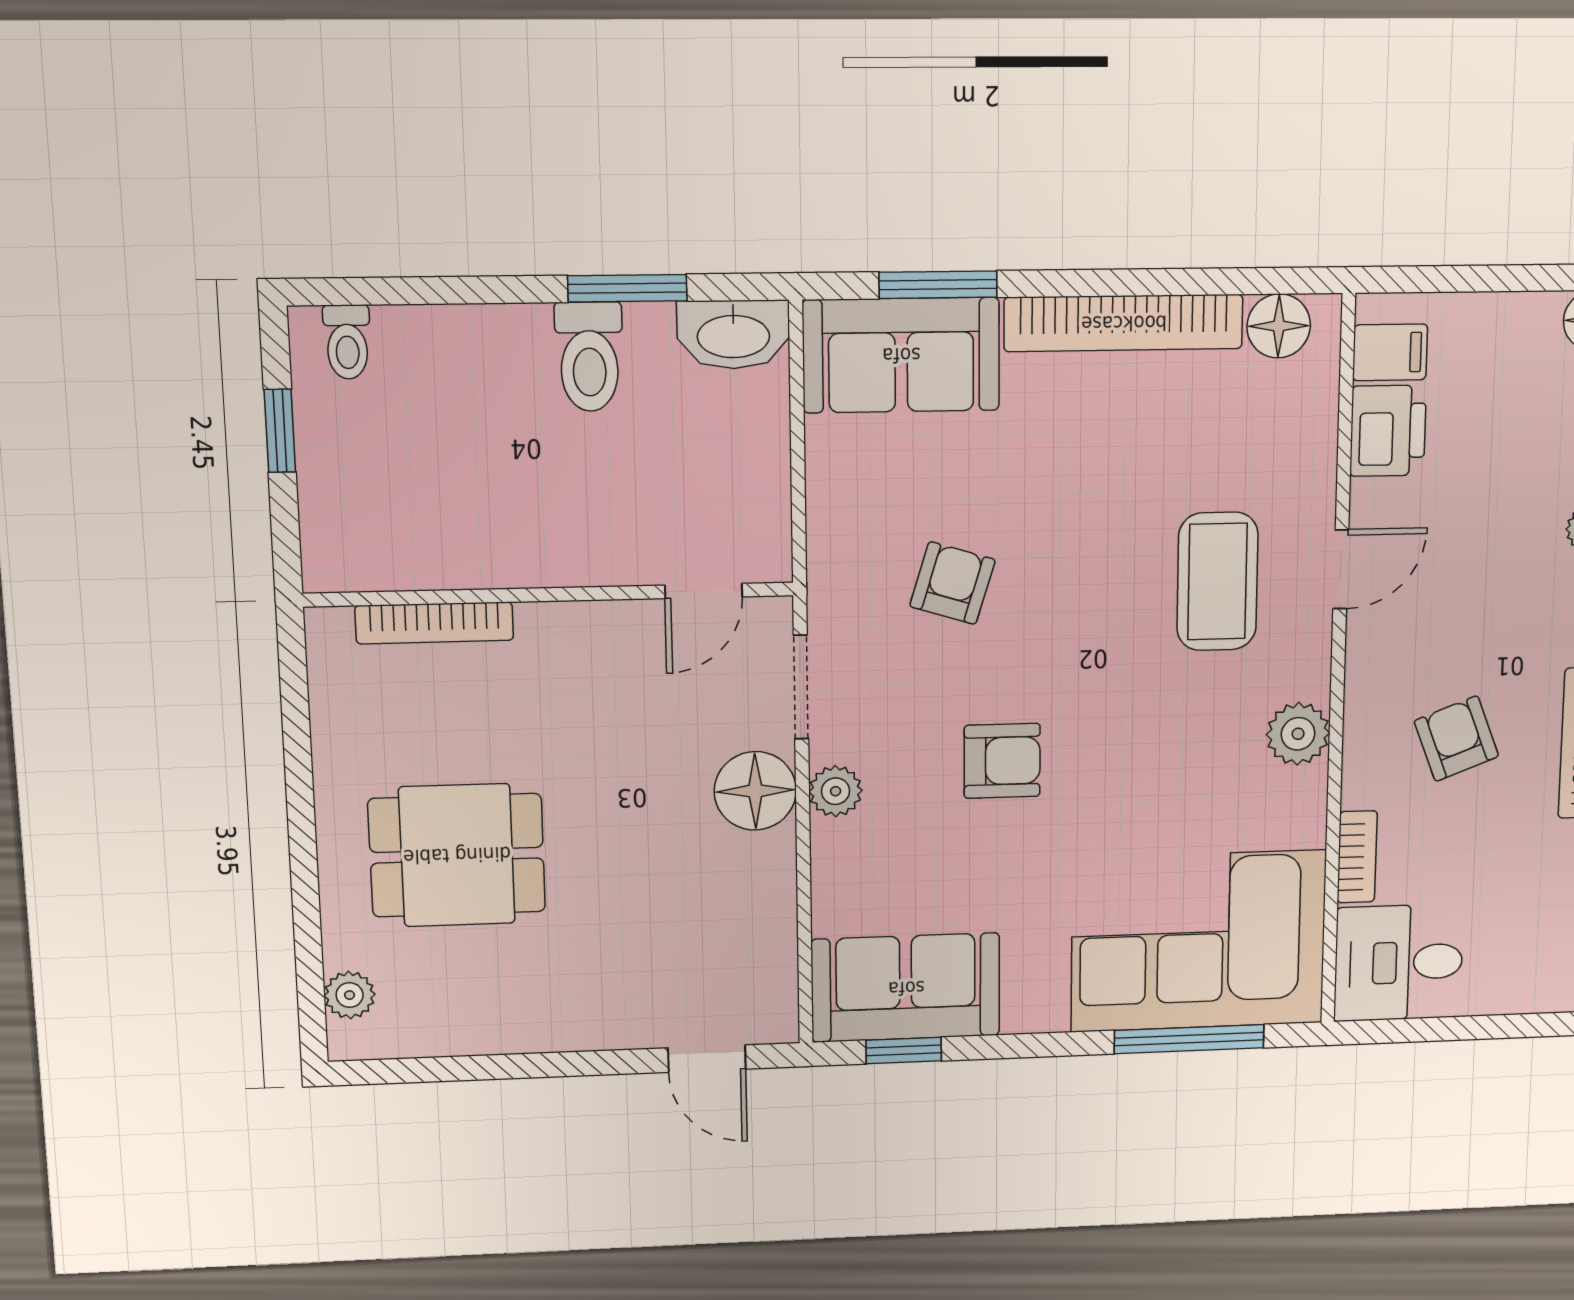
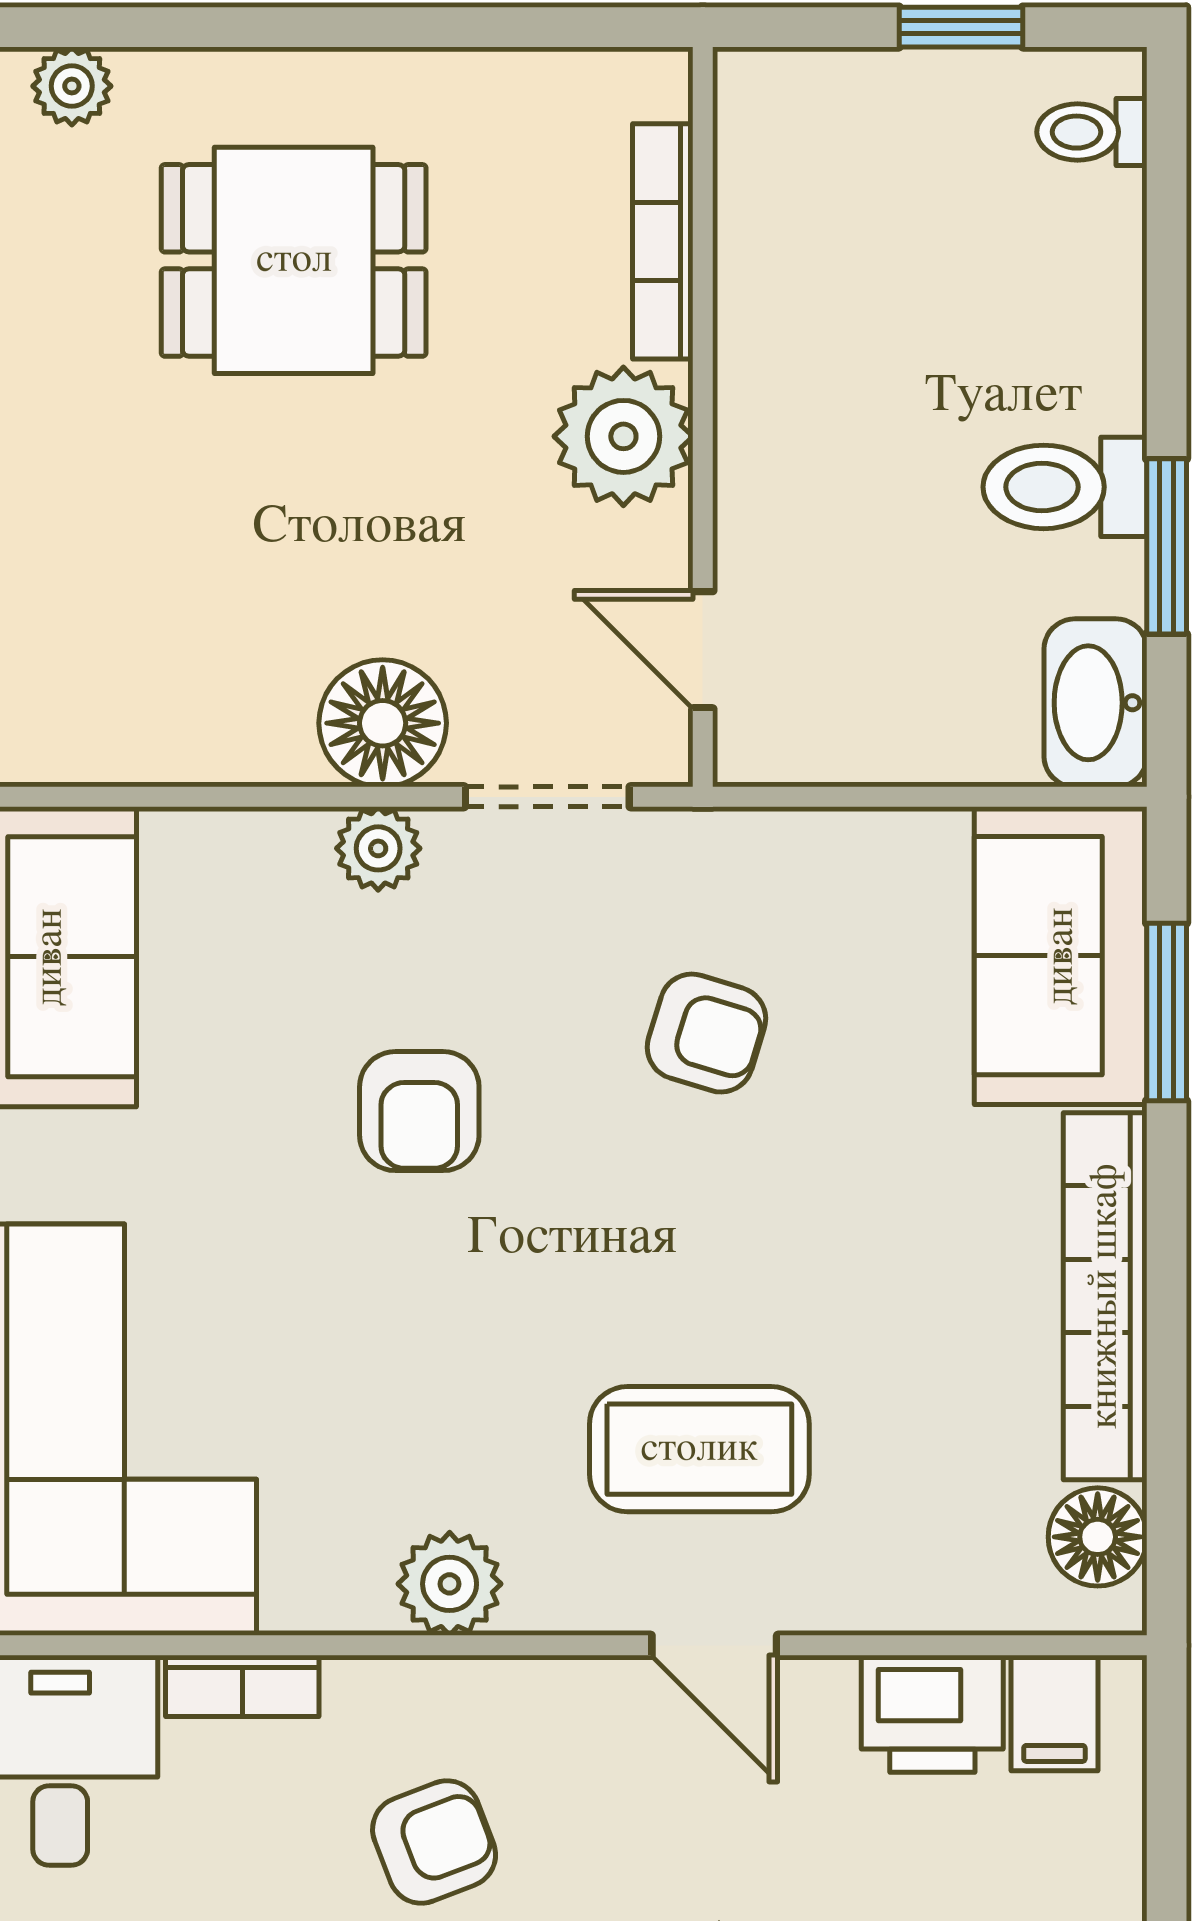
plant: (565, 645) -> (623, 436), added
dining table: (457, 855) -> (294, 260), turned 90

